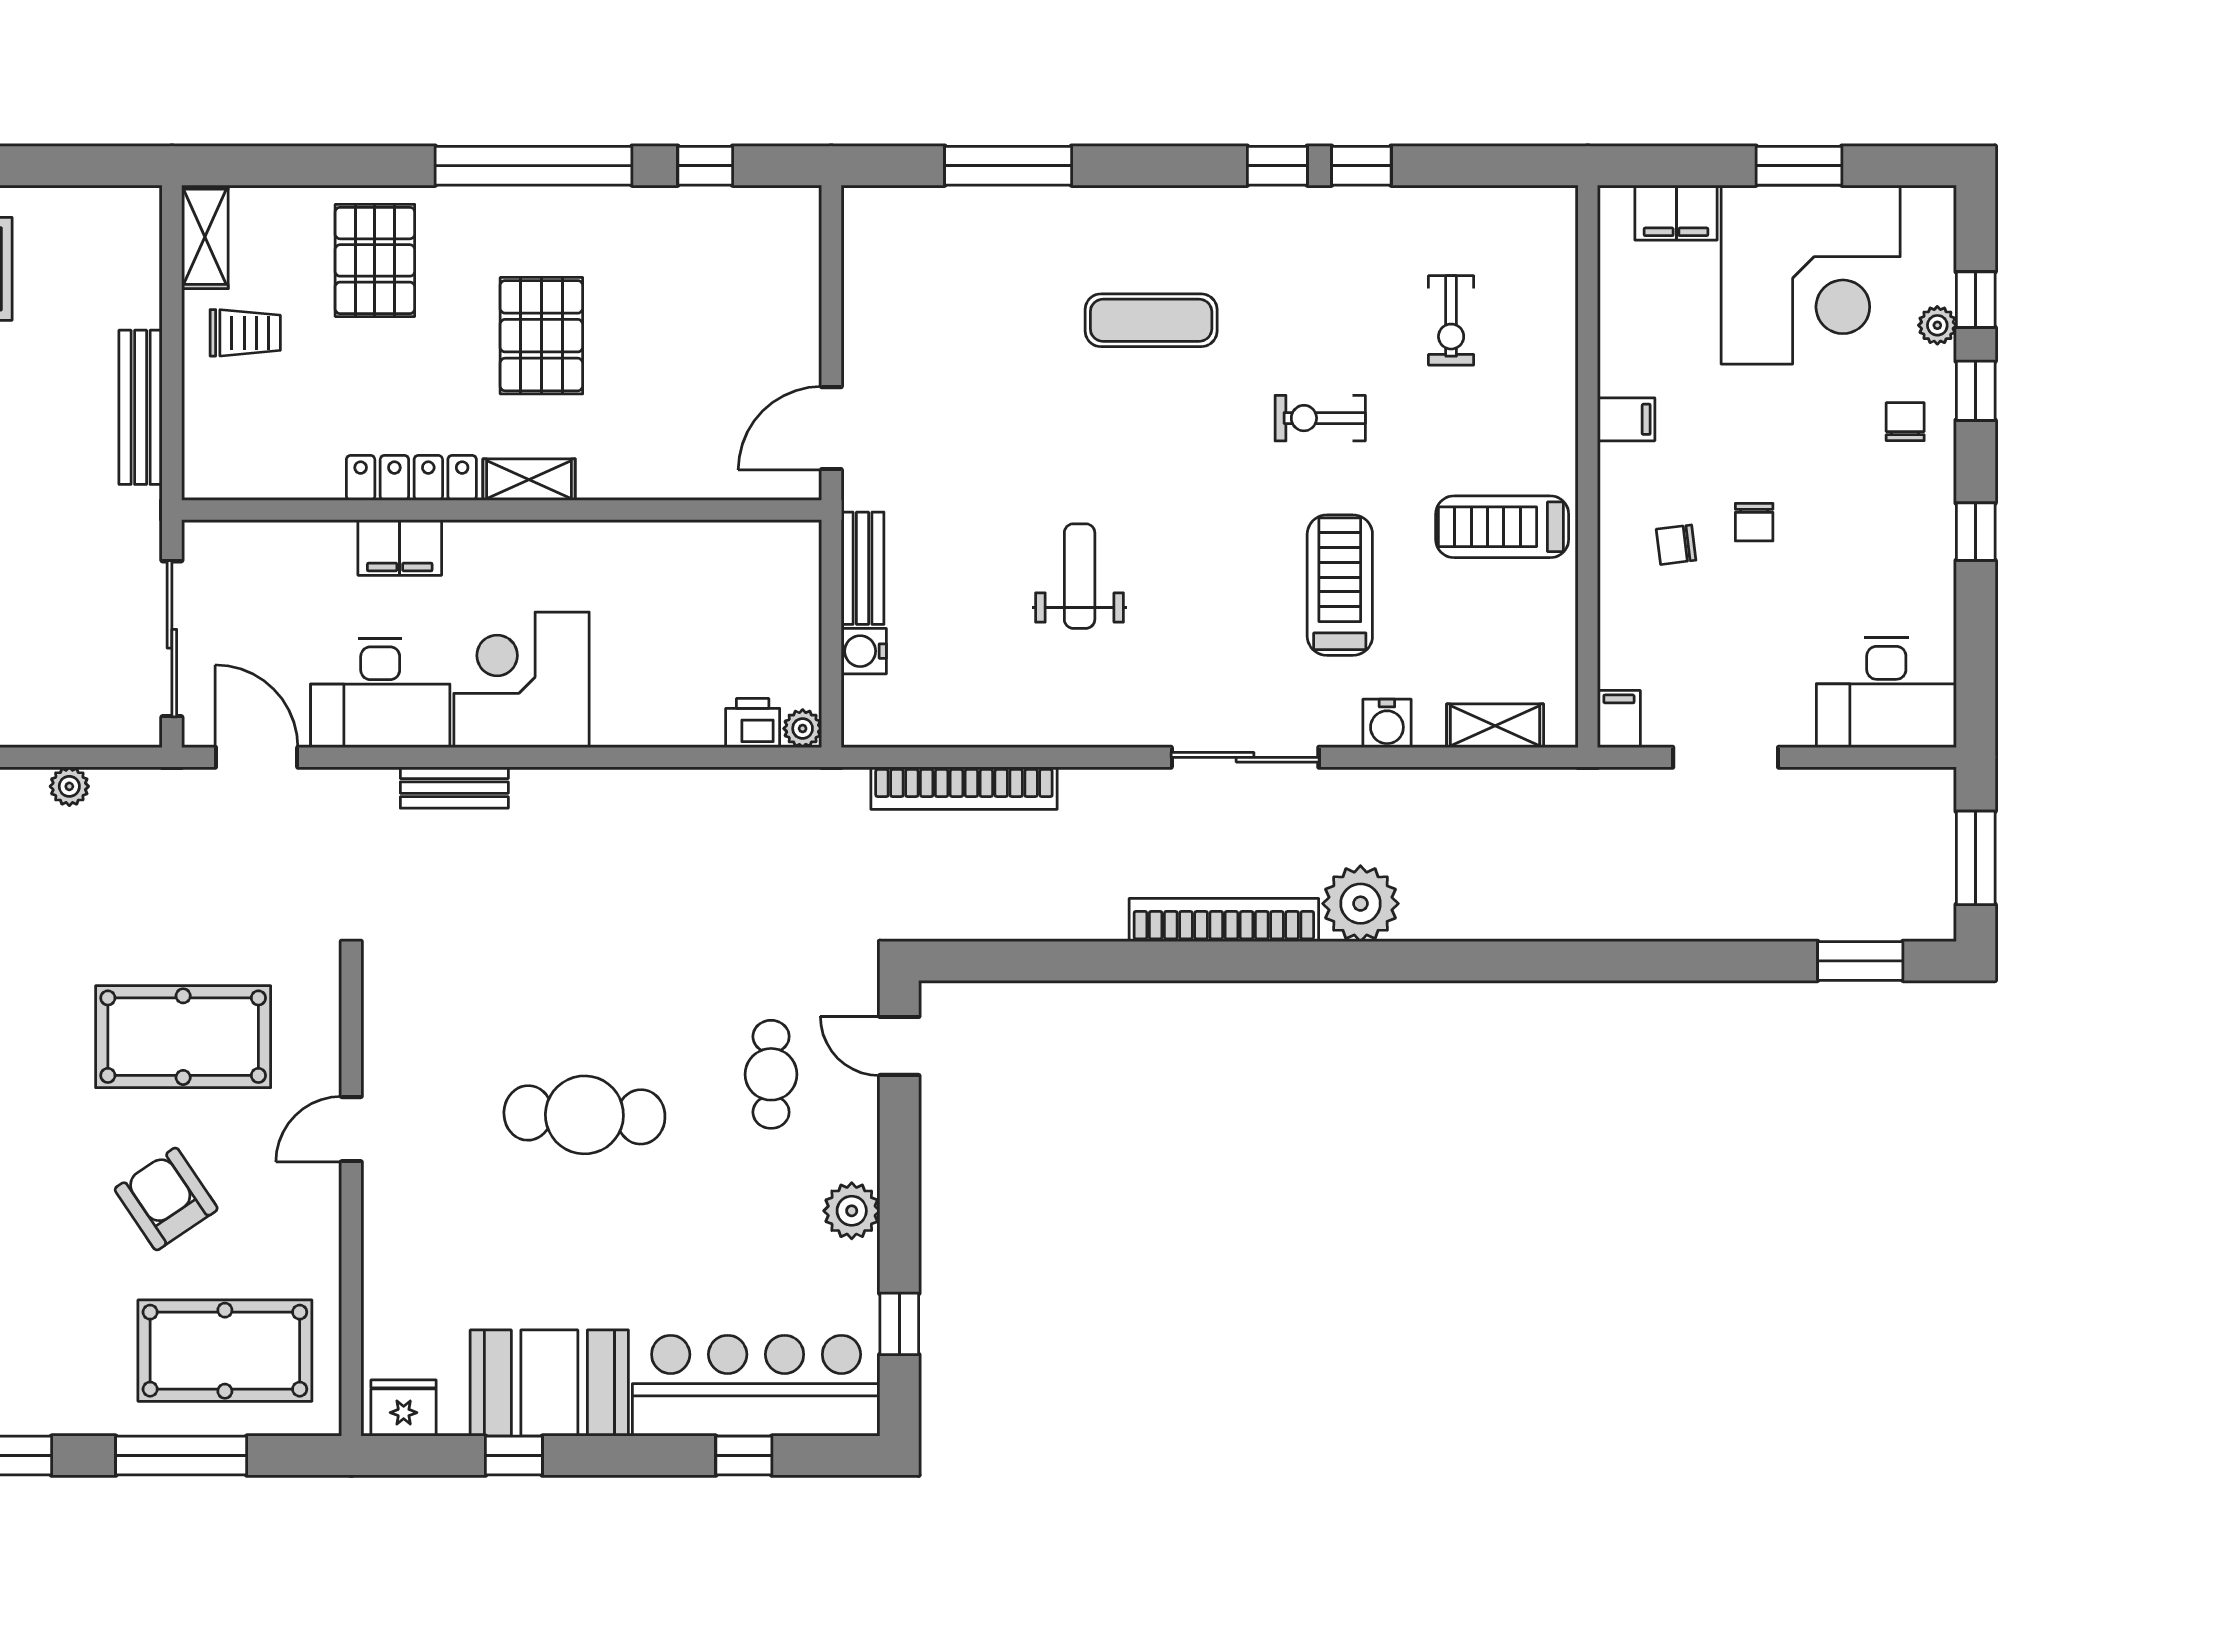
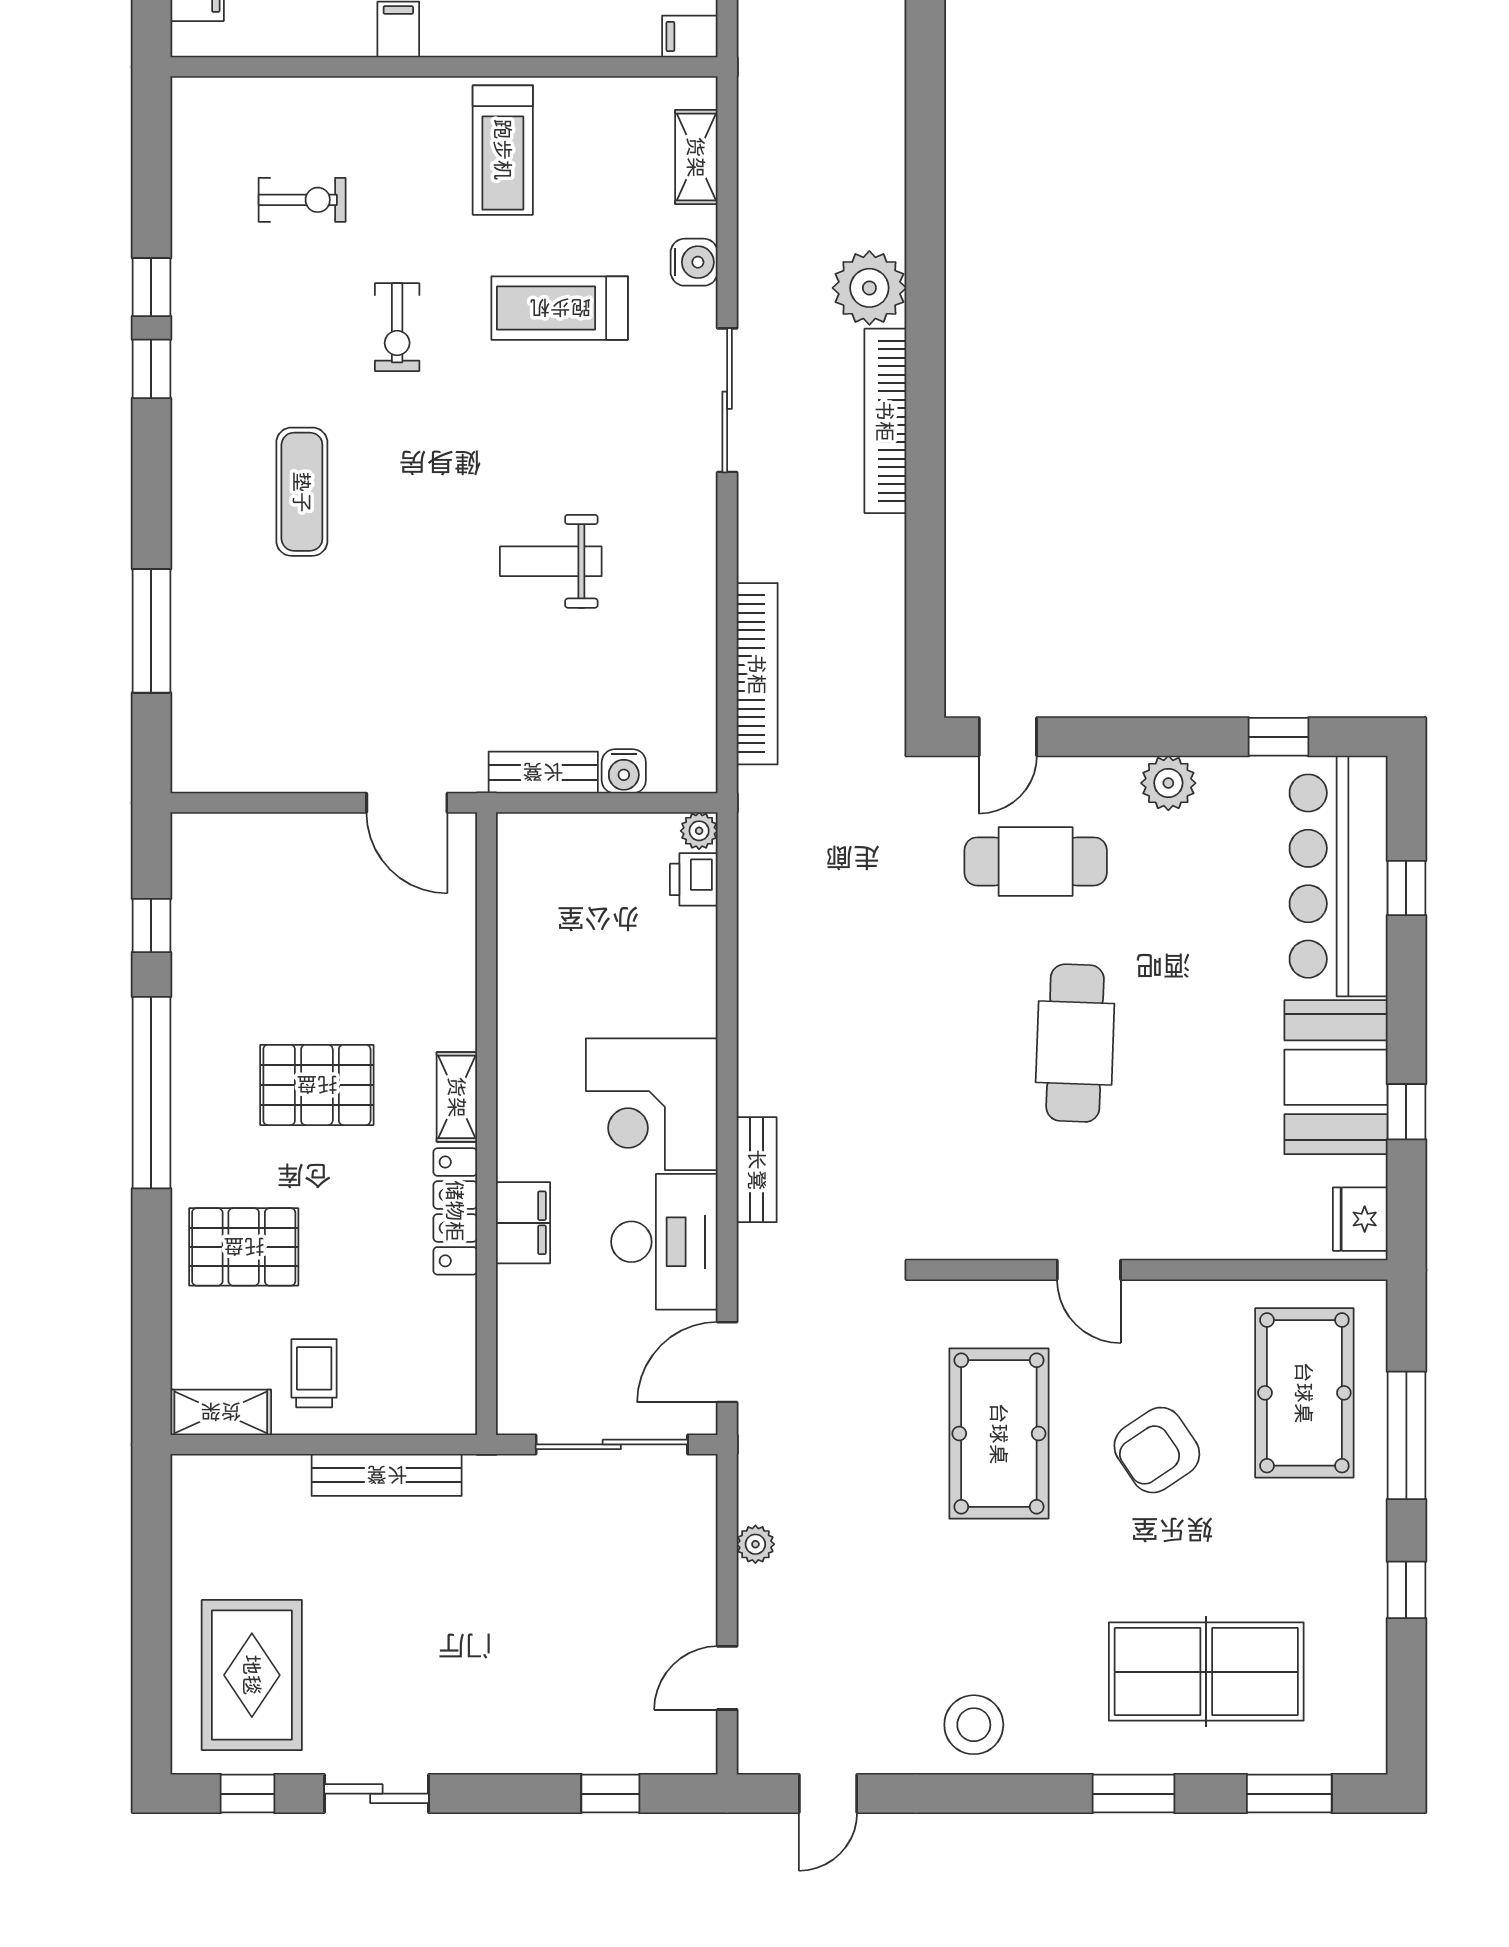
cafe table: (771, 1074) -> (1036, 861), width x1.37, depth x1.35

